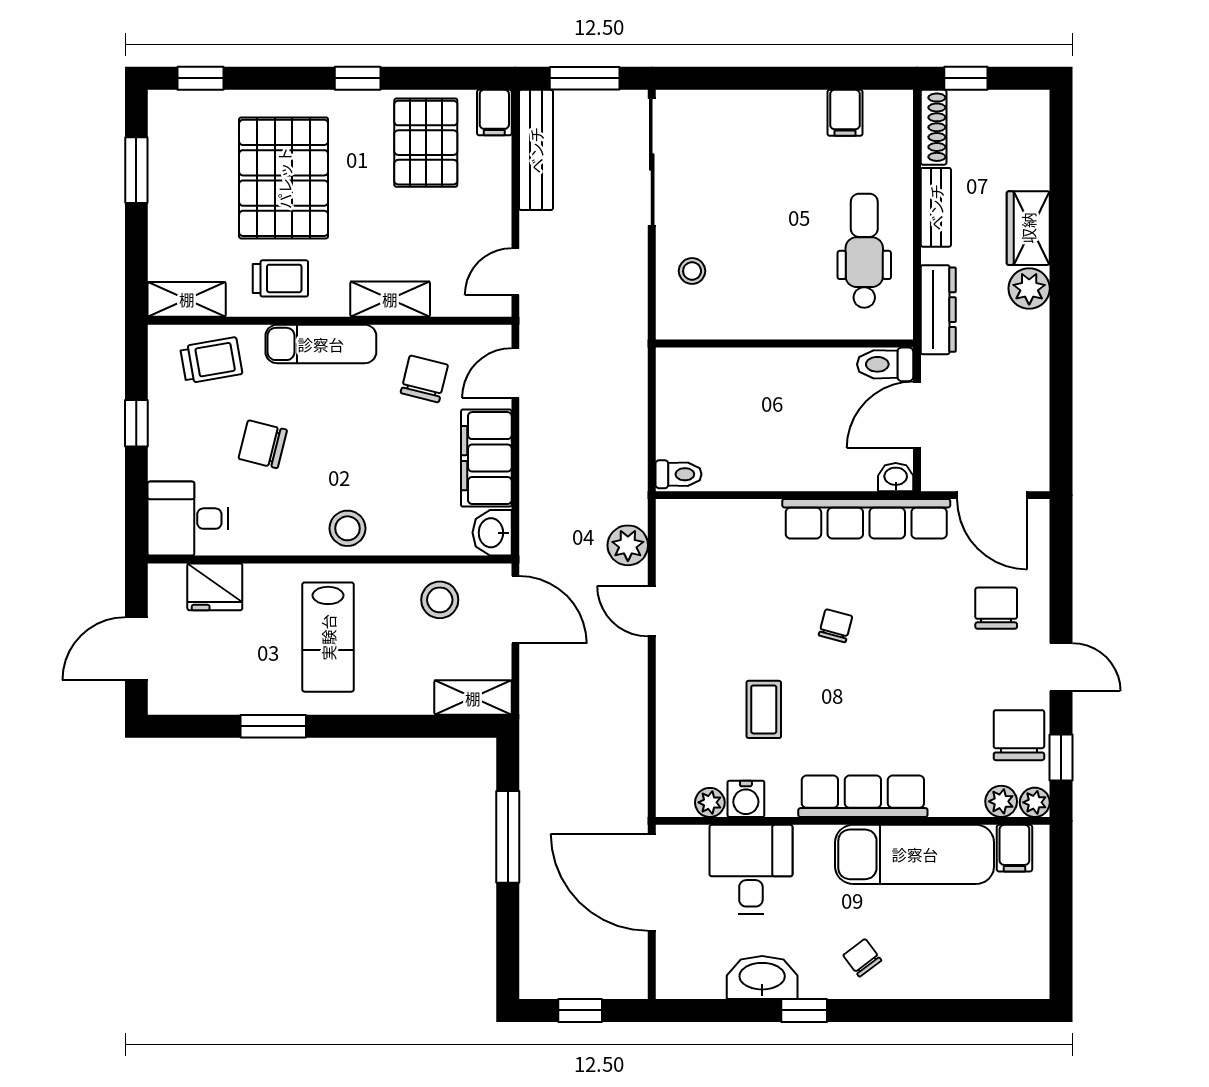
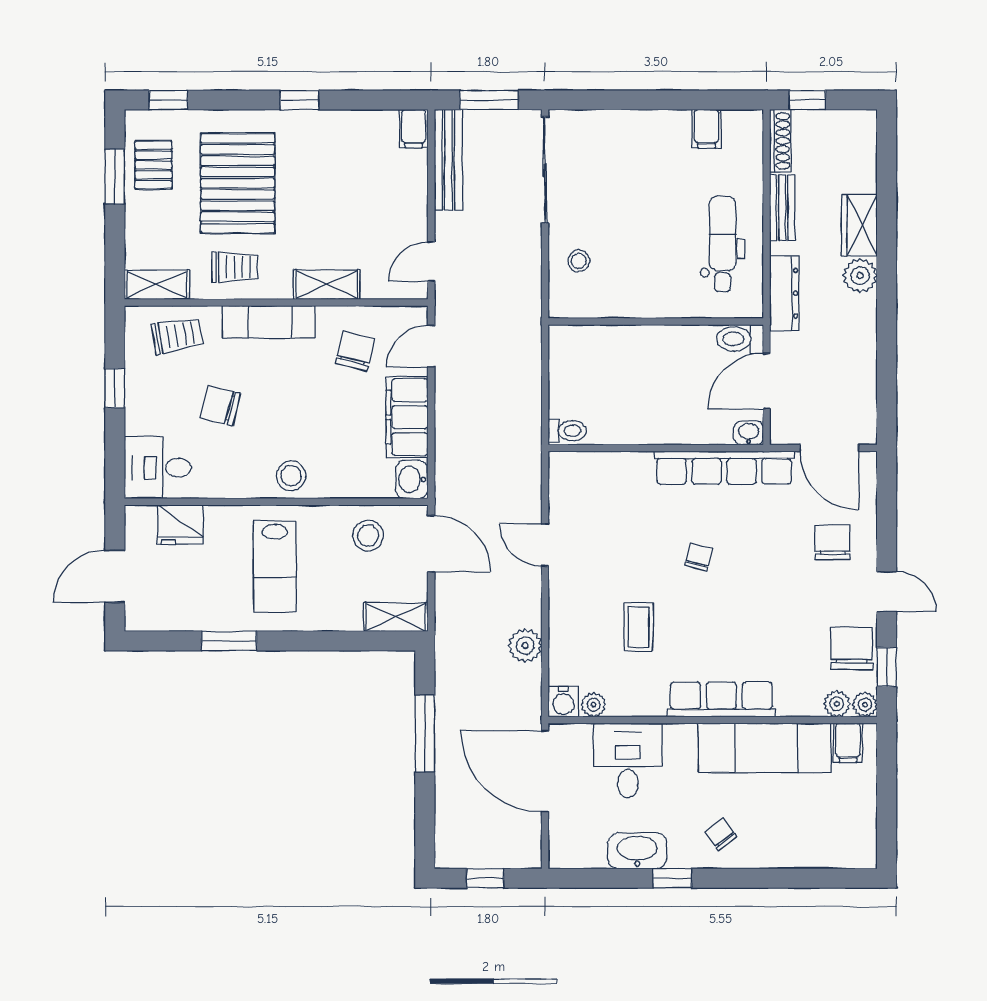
pallet: (426, 143) -> (153, 165), moved, width x0.67, depth x0.71
plant: (628, 545) -> (525, 646), moved
water cooler: (746, 799) -> (563, 702), moved

